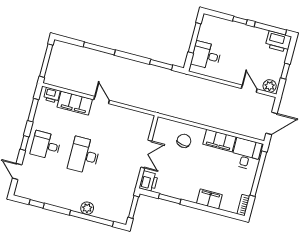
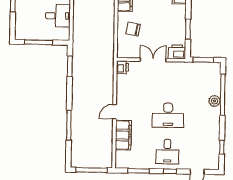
desk: (206, 55) -> (58, 16), moved, turned -90
printer: (52, 95) -> (123, 67), moved

